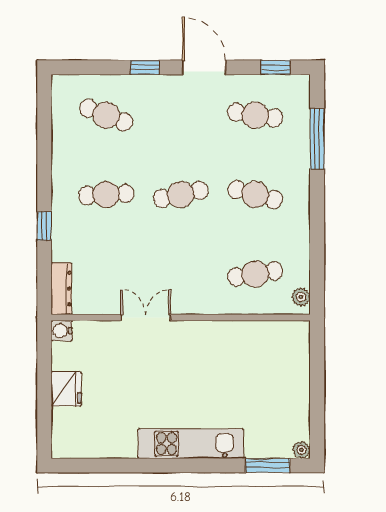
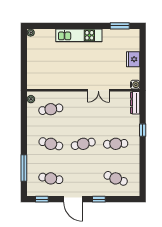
window: (268, 466) -> (120, 26), moved

